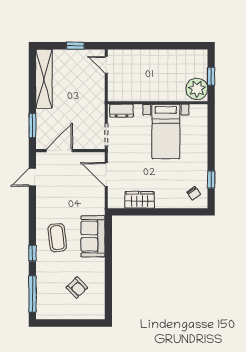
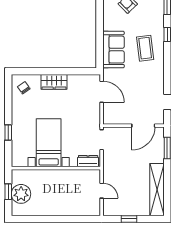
door: (106, 65) -> (102, 191), moved
plant: (197, 89) -> (21, 194), moved
door: (106, 175) -> (102, 92), moved
window: (211, 179) -> (8, 132), moved
wardrobe: (140, 200) -> (54, 82), moved

